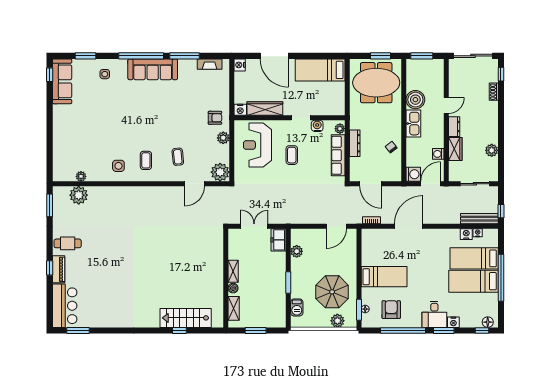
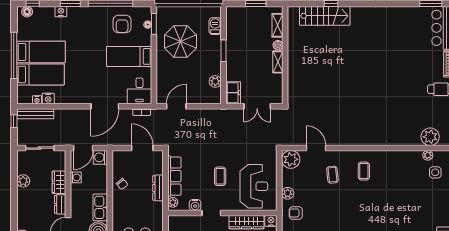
side table: (118, 166) -> (435, 172), moved
door: (194, 184) -> (316, 148), hinge flipped
desk: (434, 314) -> (140, 91), moved, turned 180
plant: (337, 321) -> (175, 13), removed

